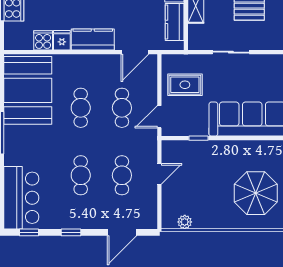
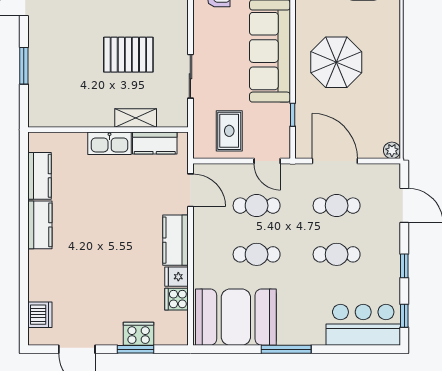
door: (159, 174) -> (335, 161), width x1.88
parasol: (256, 193) -> (336, 62), moved
plant: (185, 222) -> (392, 150), moved

